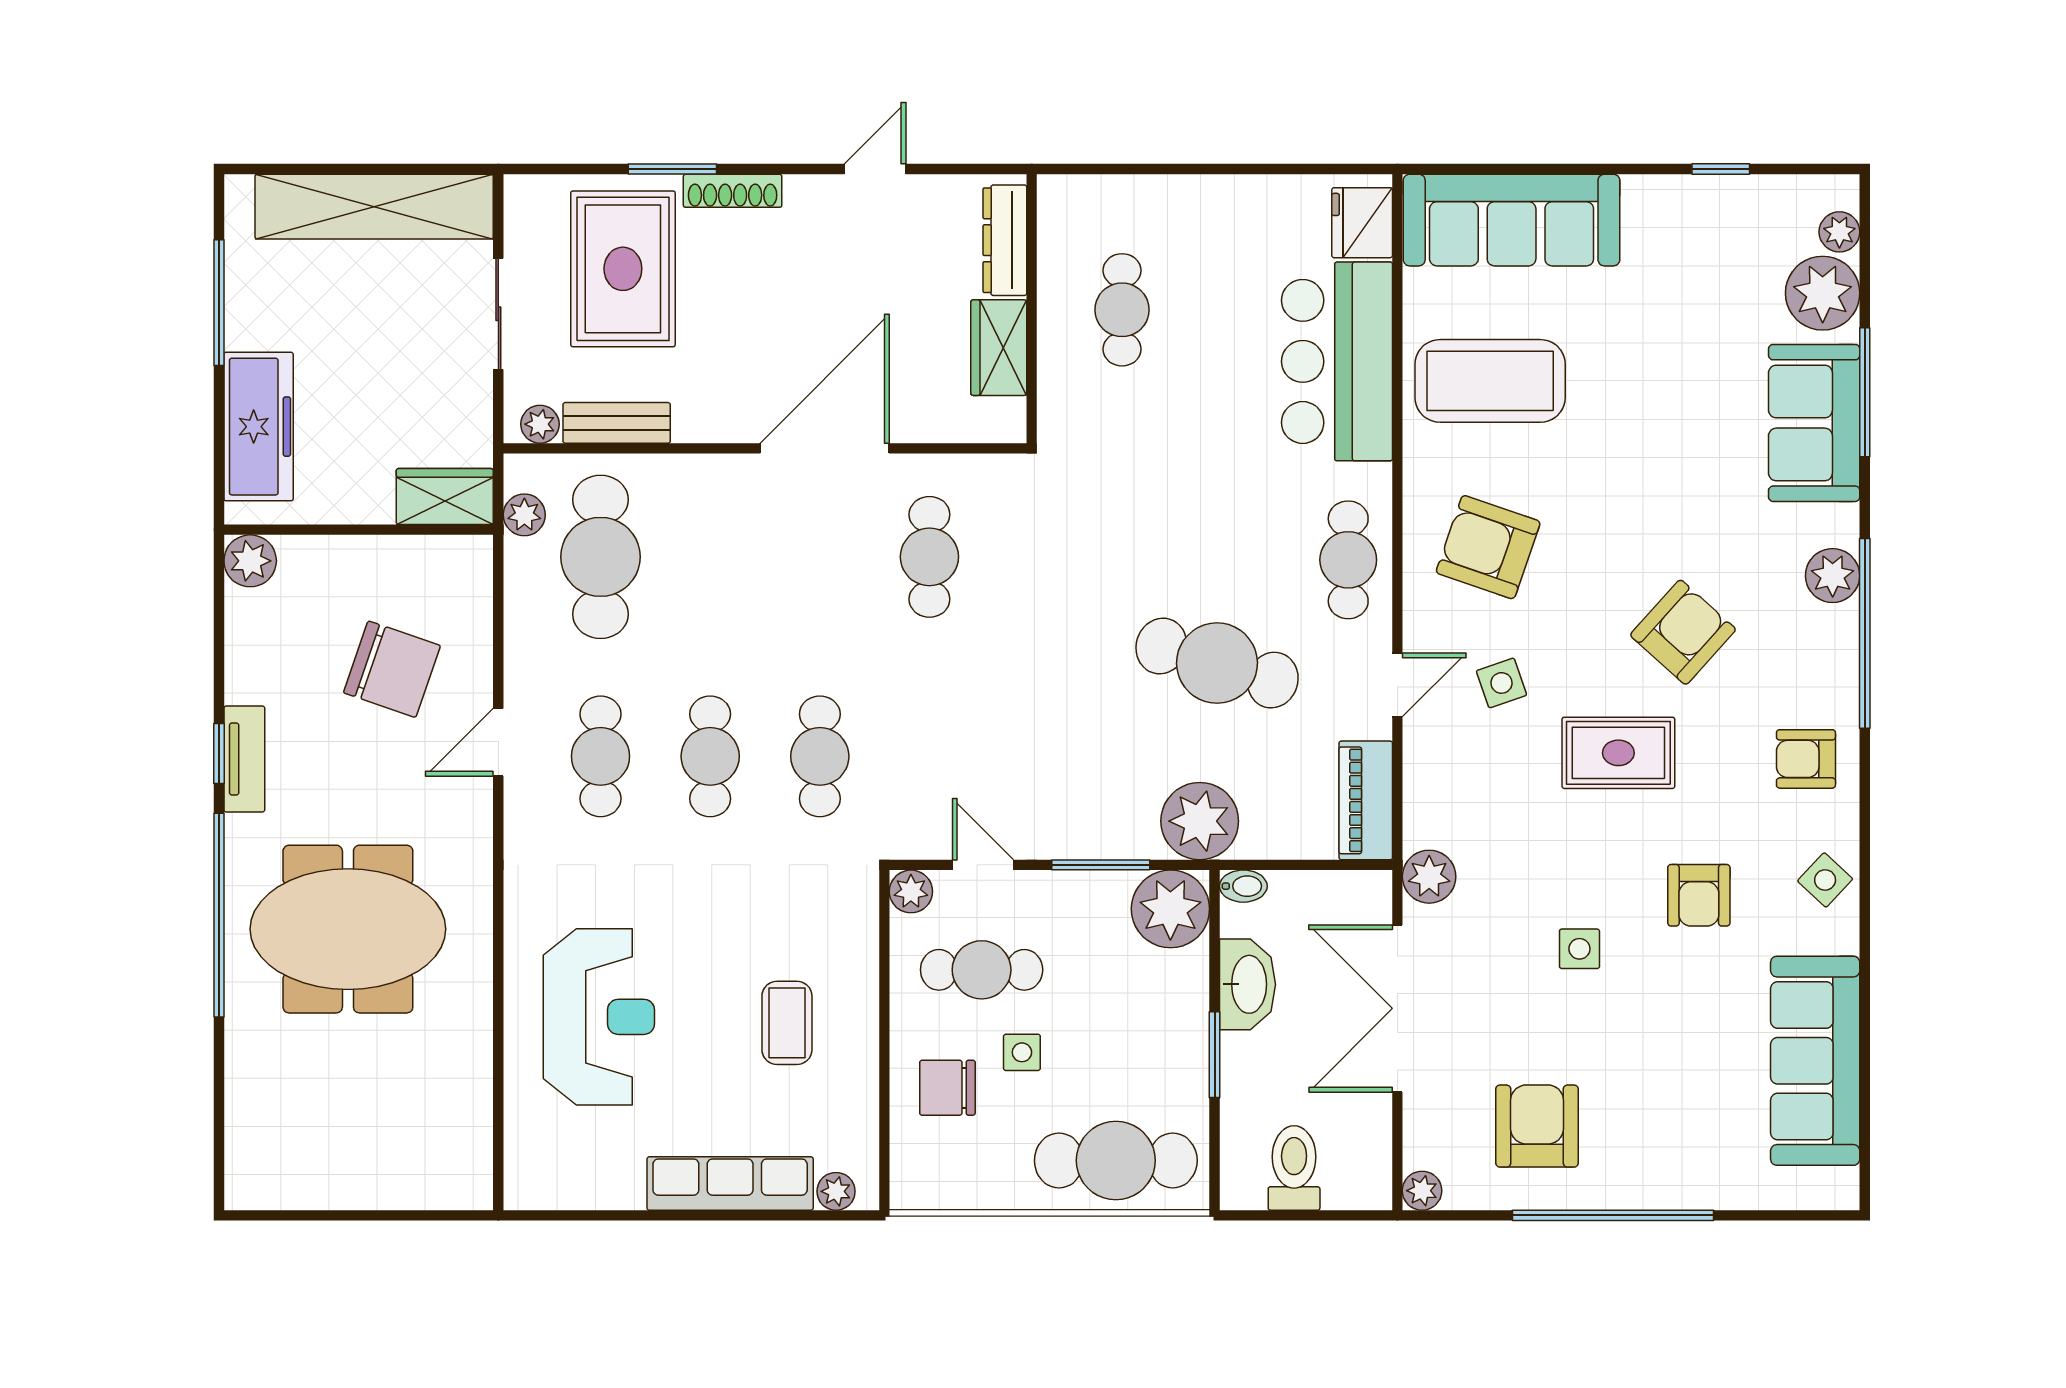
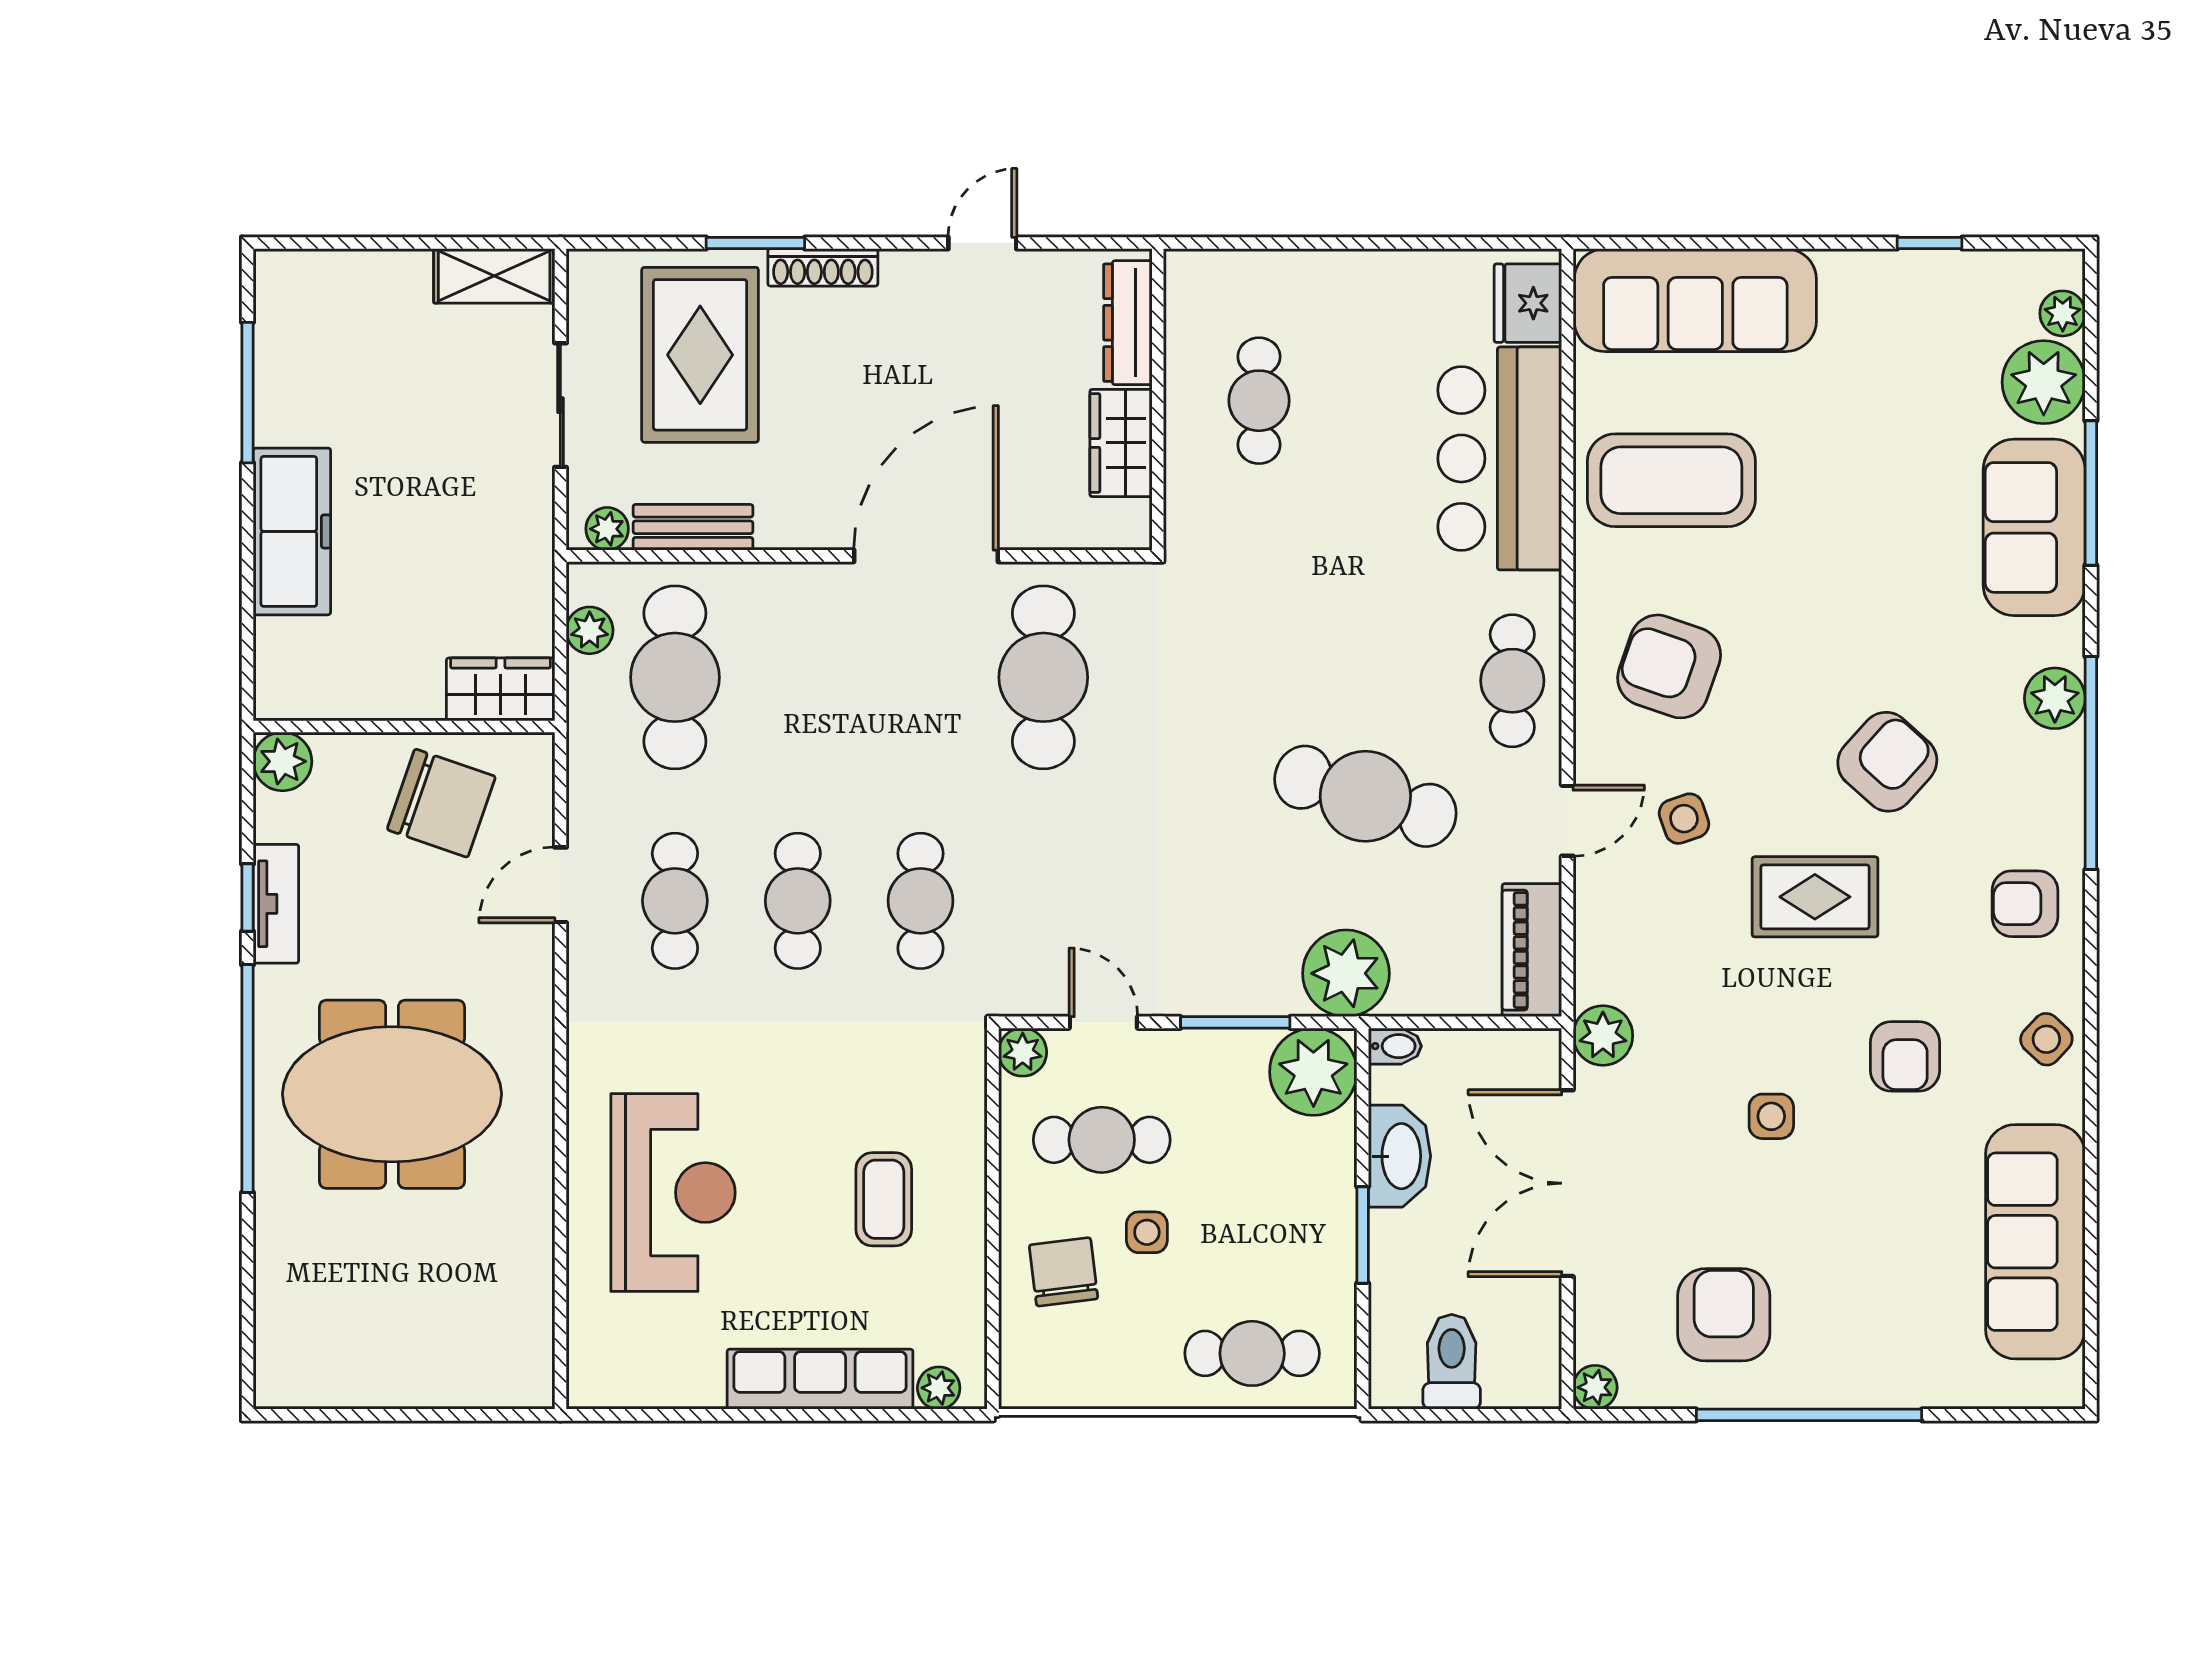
shelving: (374, 207) -> (494, 276), width x0.45, depth x0.75
wardrobe: (445, 496) -> (501, 689), moved
wall: (359, 530) -> (404, 727), moved
cafe table: (929, 557) -> (1043, 677), width x1.37, depth x1.35
plant: (250, 561) -> (283, 761), moved
chair: (947, 1088) -> (1064, 1272), turned 83
cafe table: (1116, 1161) -> (1252, 1353), width x0.73, depth x0.74

